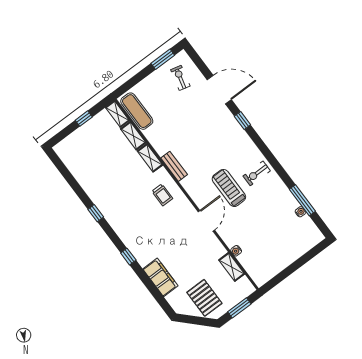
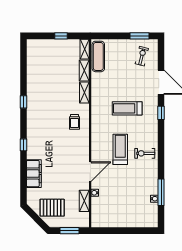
treadmill: (205, 141) -> (127, 108), added
bench: (174, 166) -> (96, 109), removed
door: (206, 221) -> (90, 172), moved
pallet: (204, 298) -> (52, 208), turned 90

